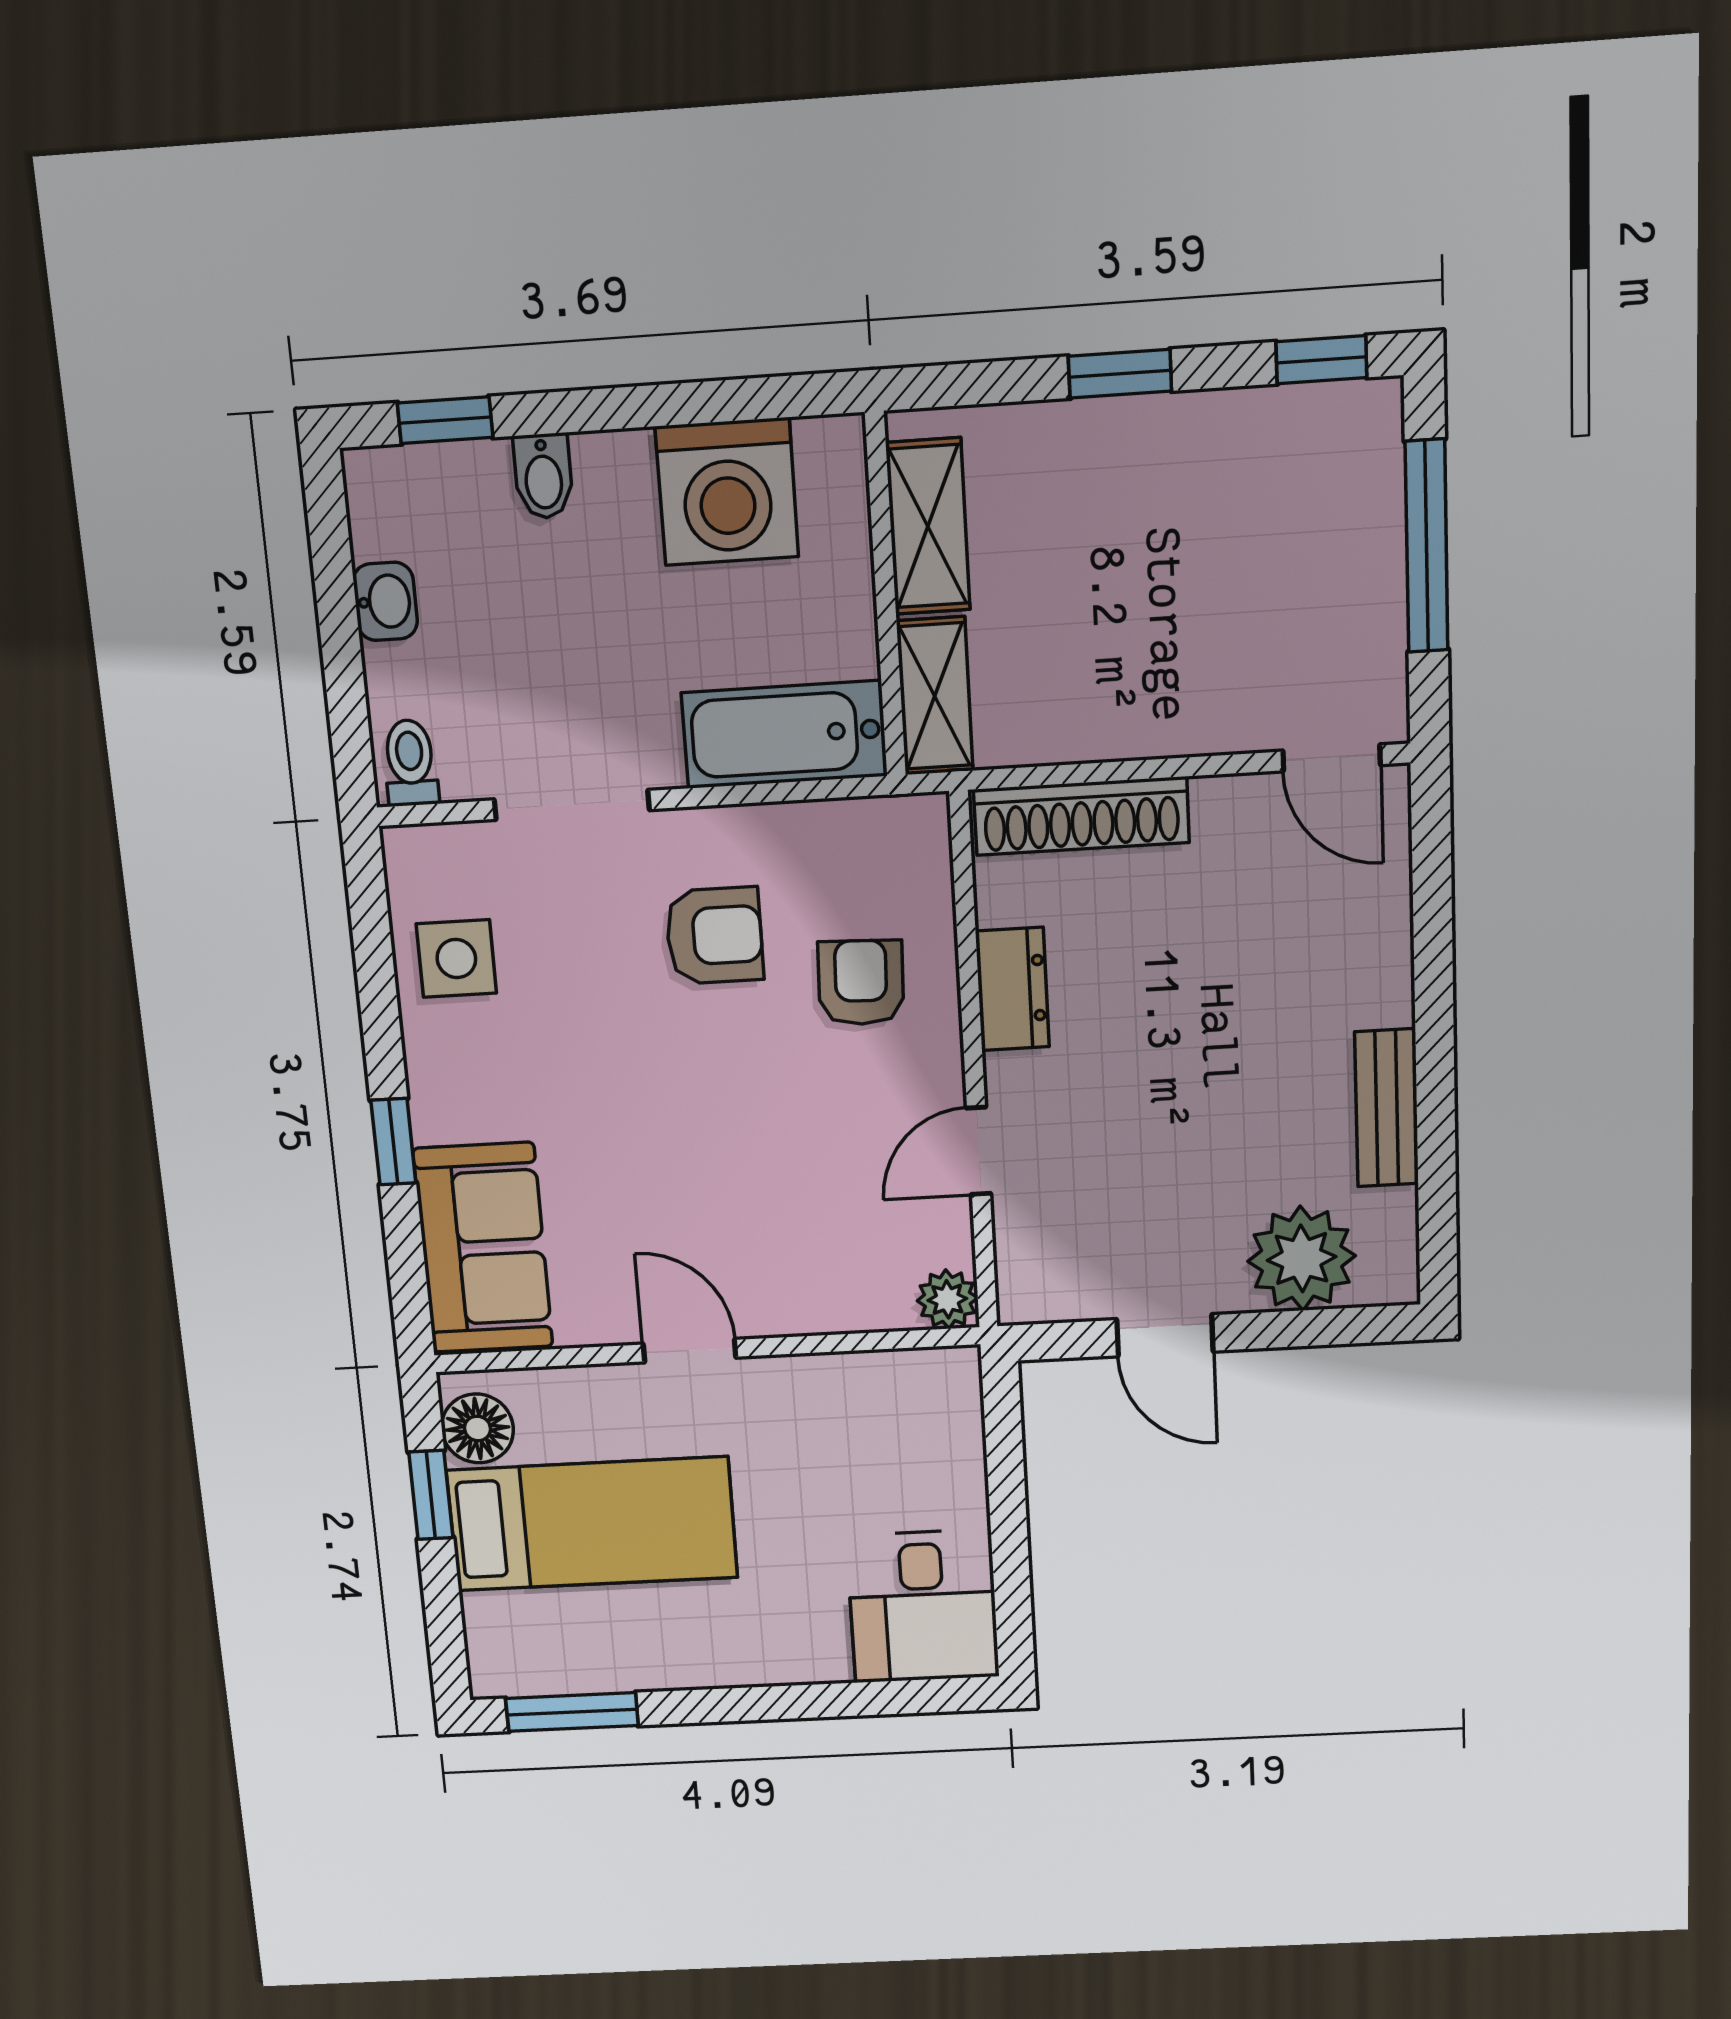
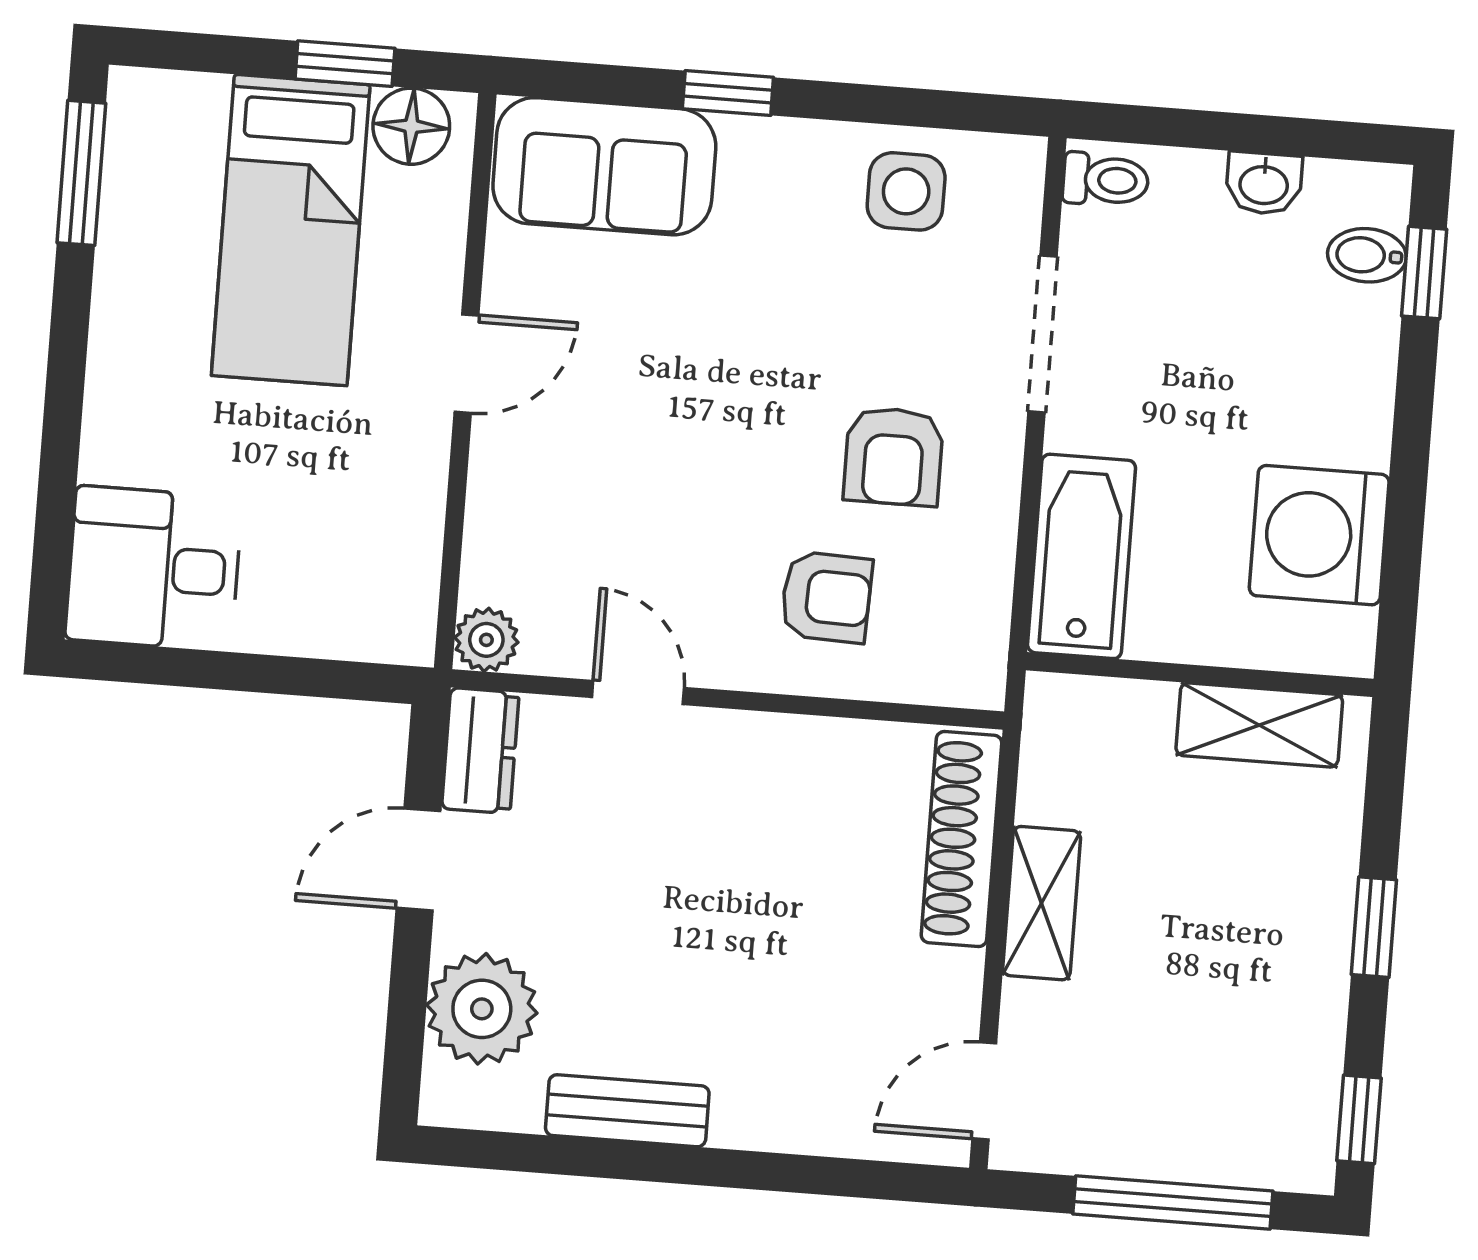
bidet: (543, 476) -> (1367, 255), moved
shelving: (935, 696) -> (1042, 903), moved, turned 90
dresser: (1012, 989) -> (480, 751), moved, turned -90

